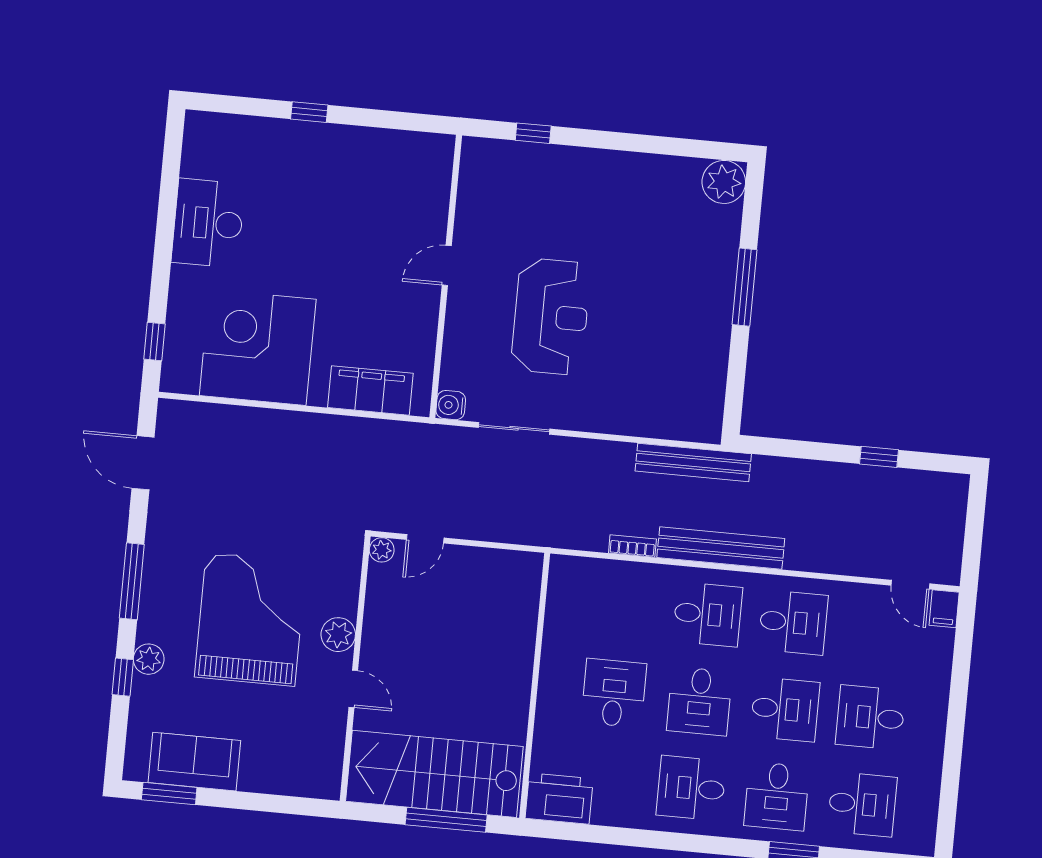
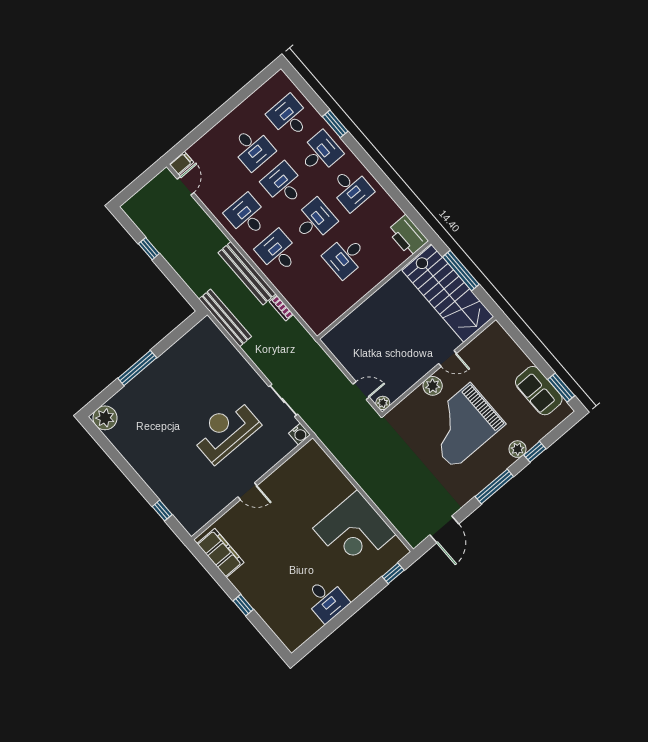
desk: (208, 223) -> (326, 600), width x0.73
filing cabinet: (370, 390) -> (220, 553), moved, turned 180
door: (353, 689) -> (448, 359), swing flipped

